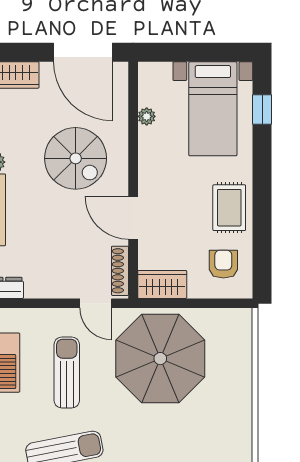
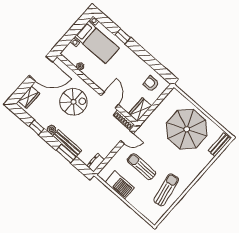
window: (262, 109) -> (123, 36), moved
rug: (229, 208) -> (134, 66), removed
door: (133, 218) -> (110, 100), swing flipped
parasol: (160, 359) -> (187, 129), moved

